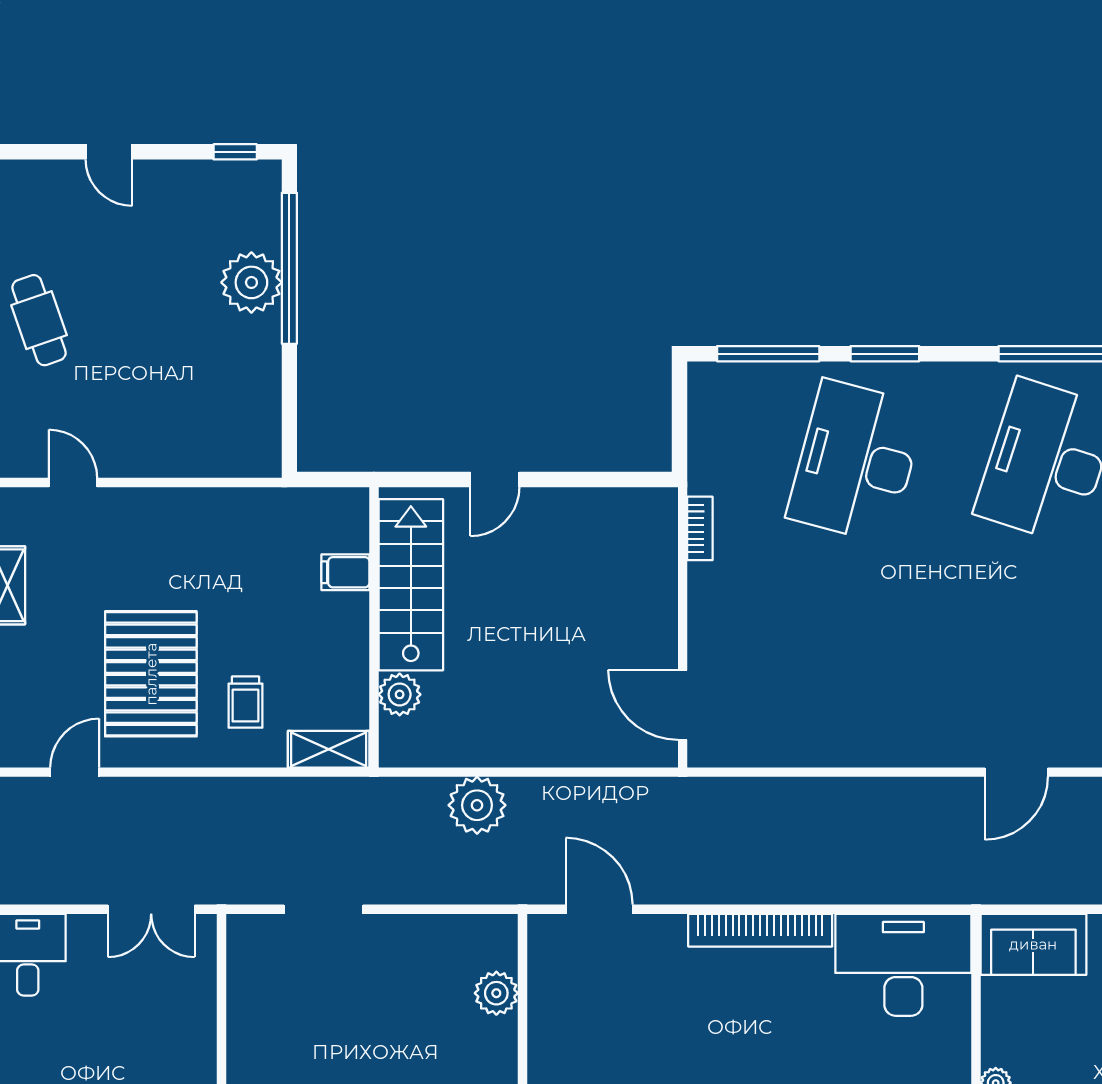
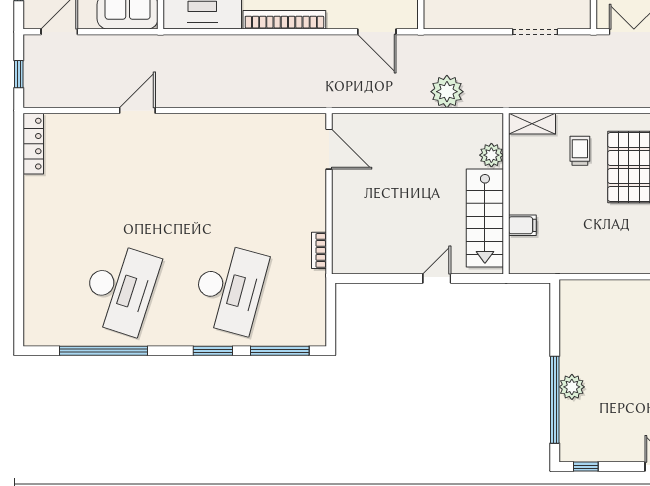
plant: (251, 282) -> (572, 387), width x0.73, depth x0.73

